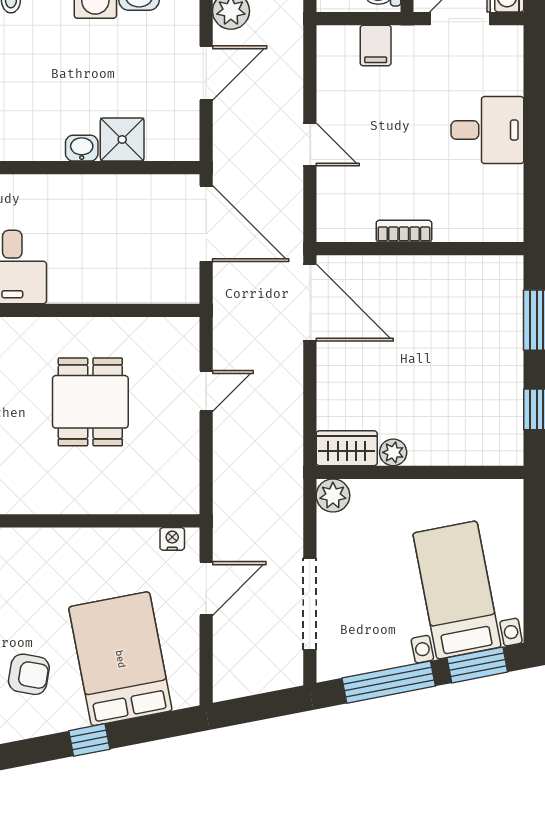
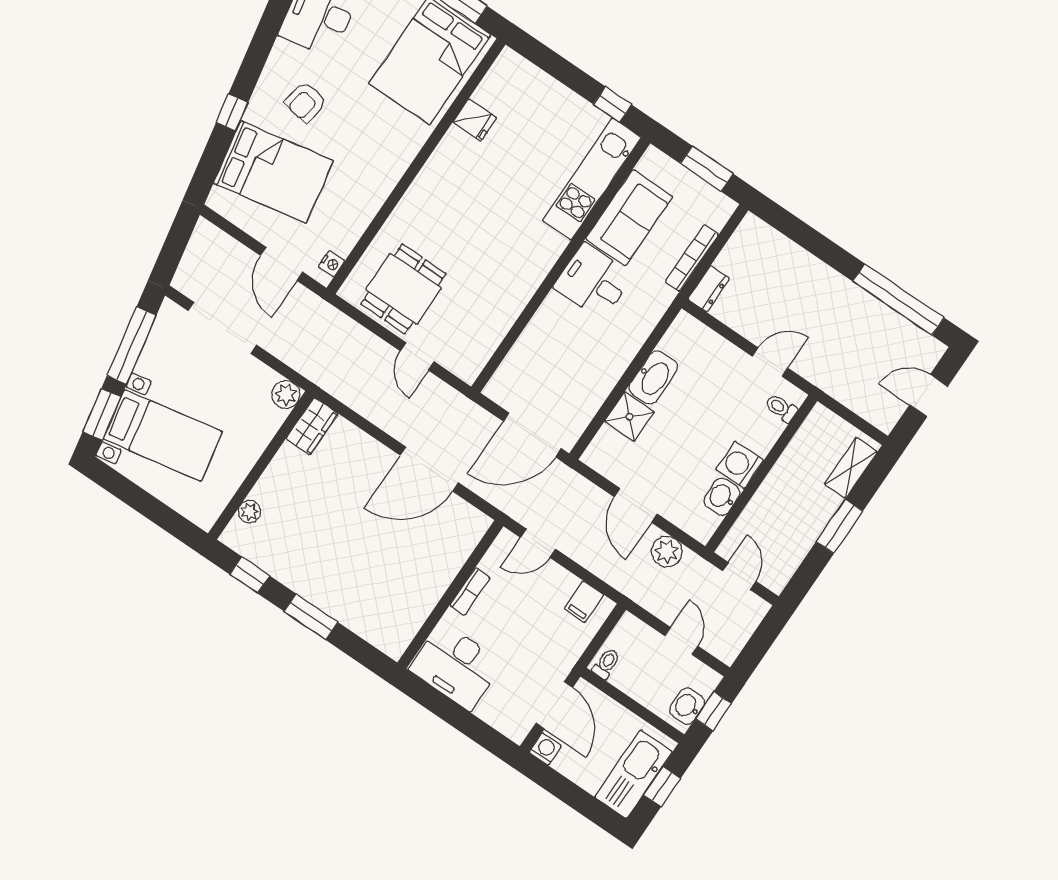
filing cabinet: (376, 46) -> (584, 602), moved, turned -90
desk: (487, 130) -> (456, 666), width x1.37
washbasin: (82, 148) -> (653, 377), width x1.91, depth x1.45
bookcase: (404, 231) -> (470, 592), moved
wall: (420, 249) -> (450, 594), moved
dining table: (90, 402) -> (403, 289), moved, turned 90
plant: (393, 452) -> (249, 512), moved

